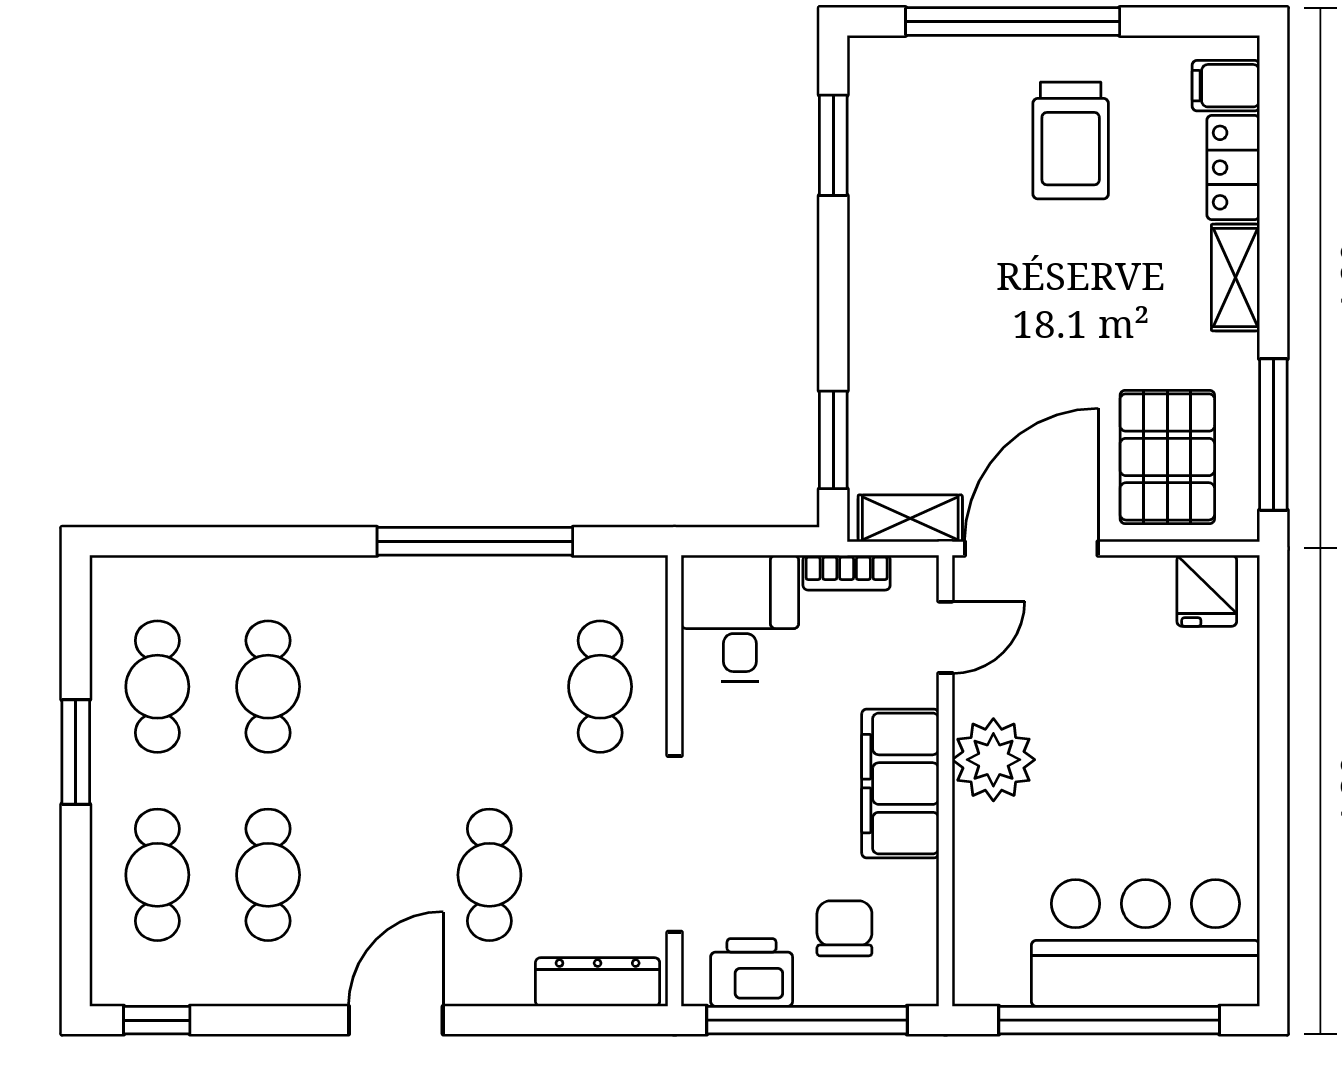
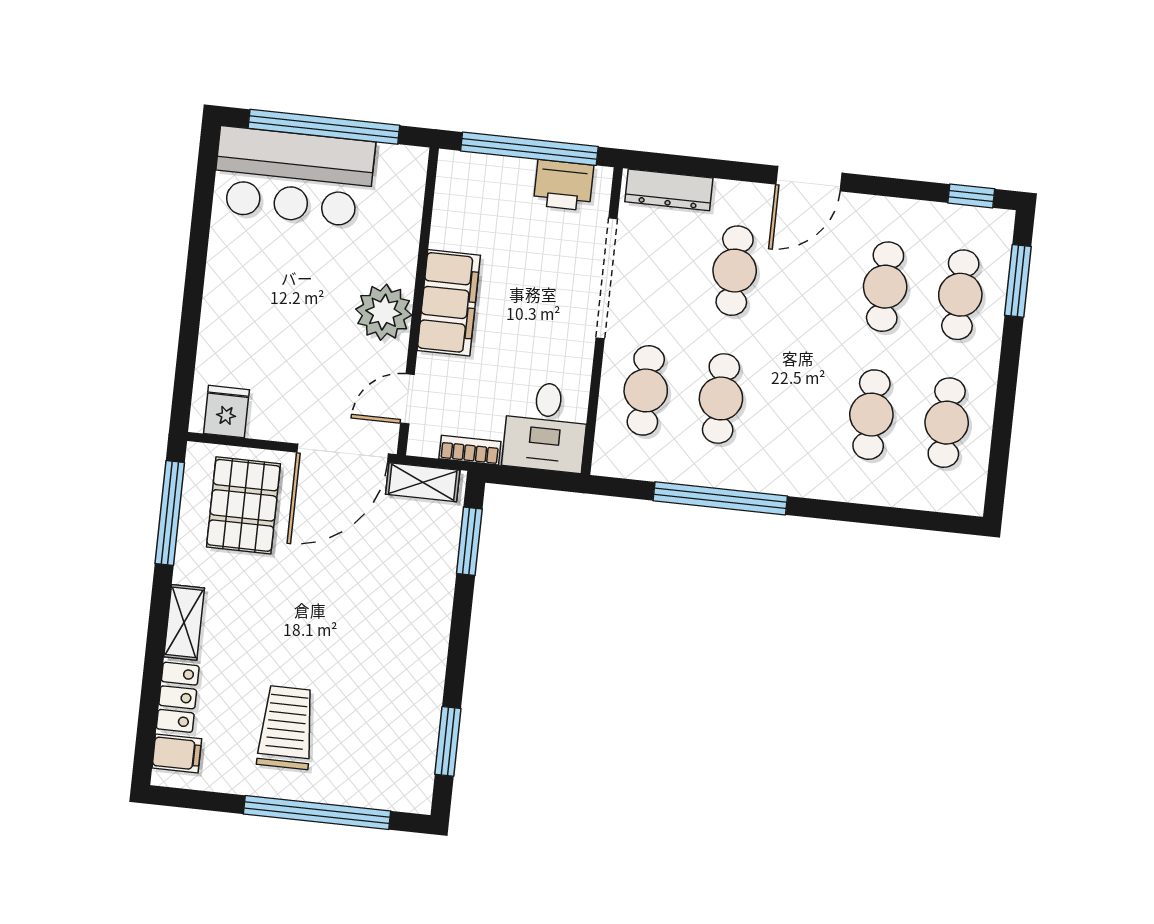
cafe table: (489, 687) -> (721, 398), added
window: (76, 752) -> (1018, 281), moved
chair: (844, 928) -> (497, 208), removed

